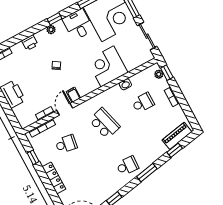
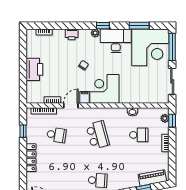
desk: (78, 24) -> (116, 41), width x1.37
corner desk: (107, 66) -> (104, 89), moved

